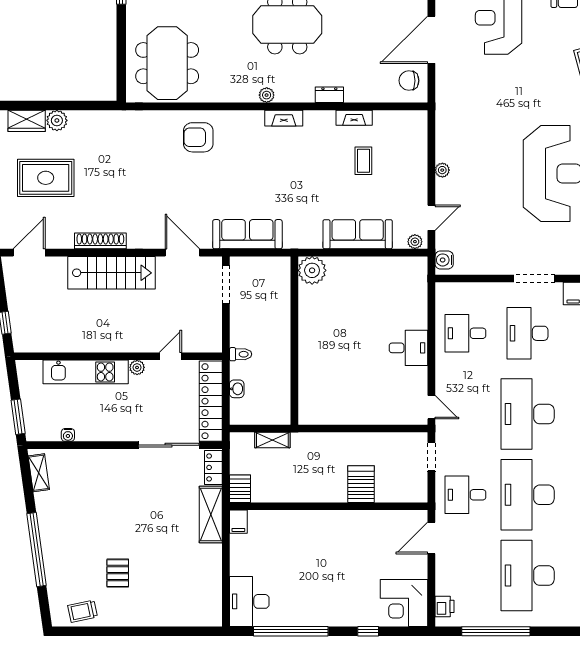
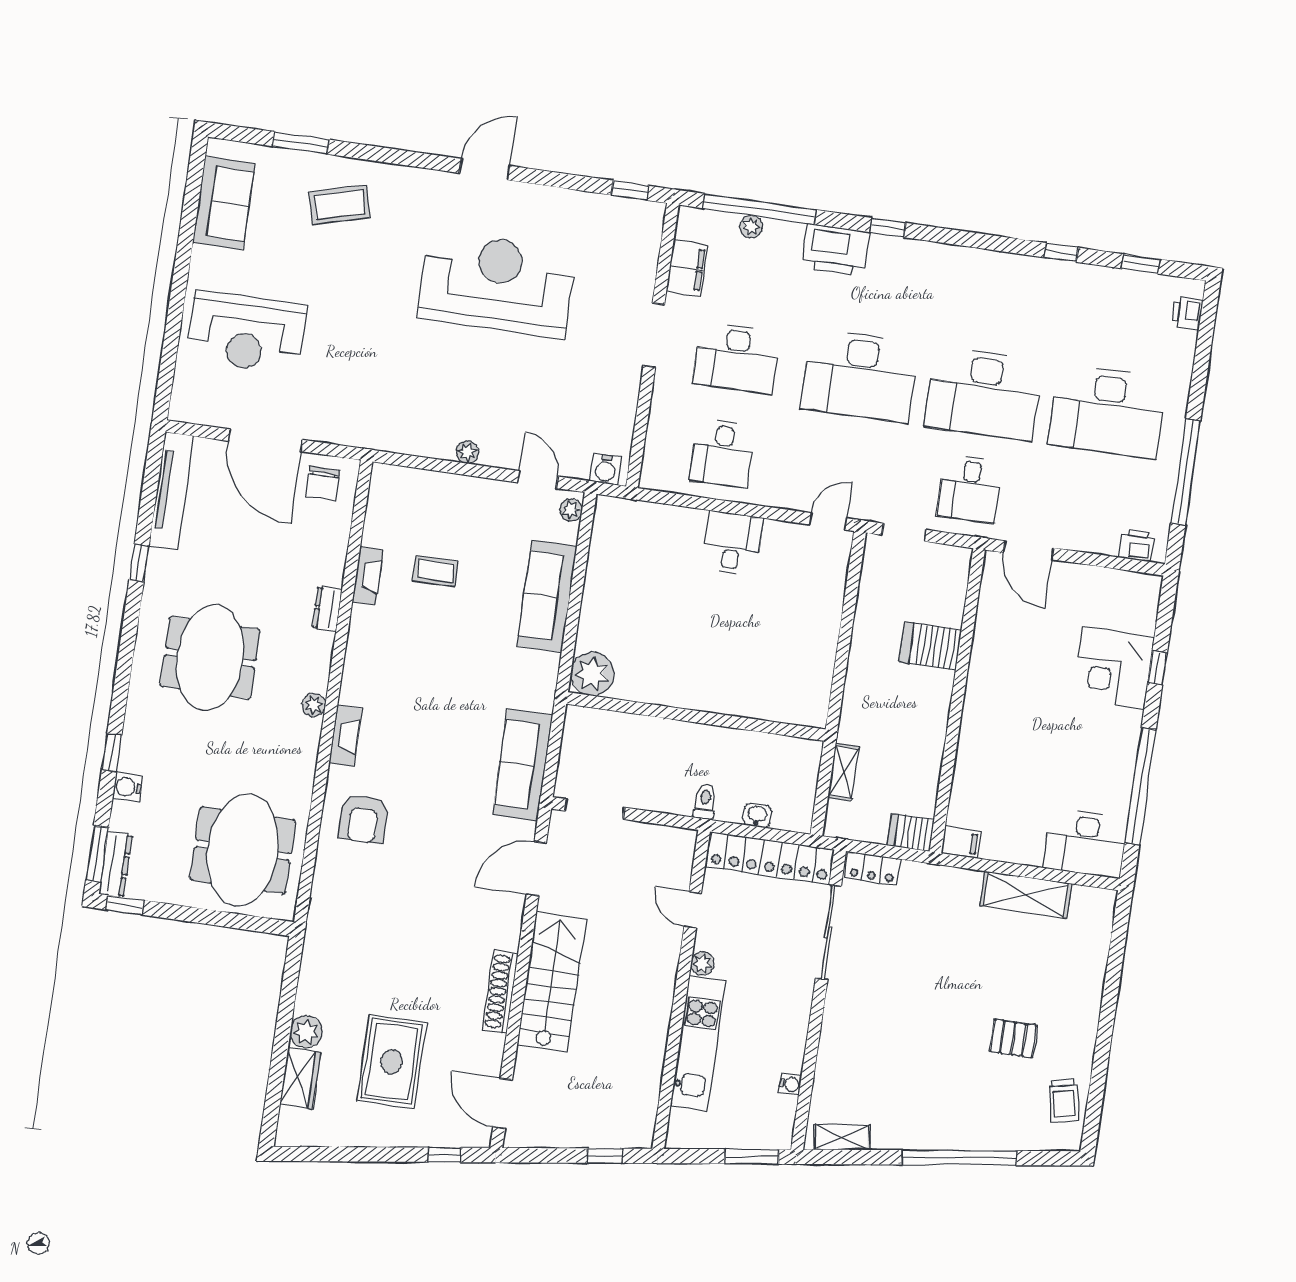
meeting table: (167, 63) -> (243, 850), turned 90
fireplace: (284, 118) -> (345, 736), moved
shelving: (211, 514) -> (1026, 895), moved
corner desk: (404, 603) -> (1113, 668), moved, turned 90

